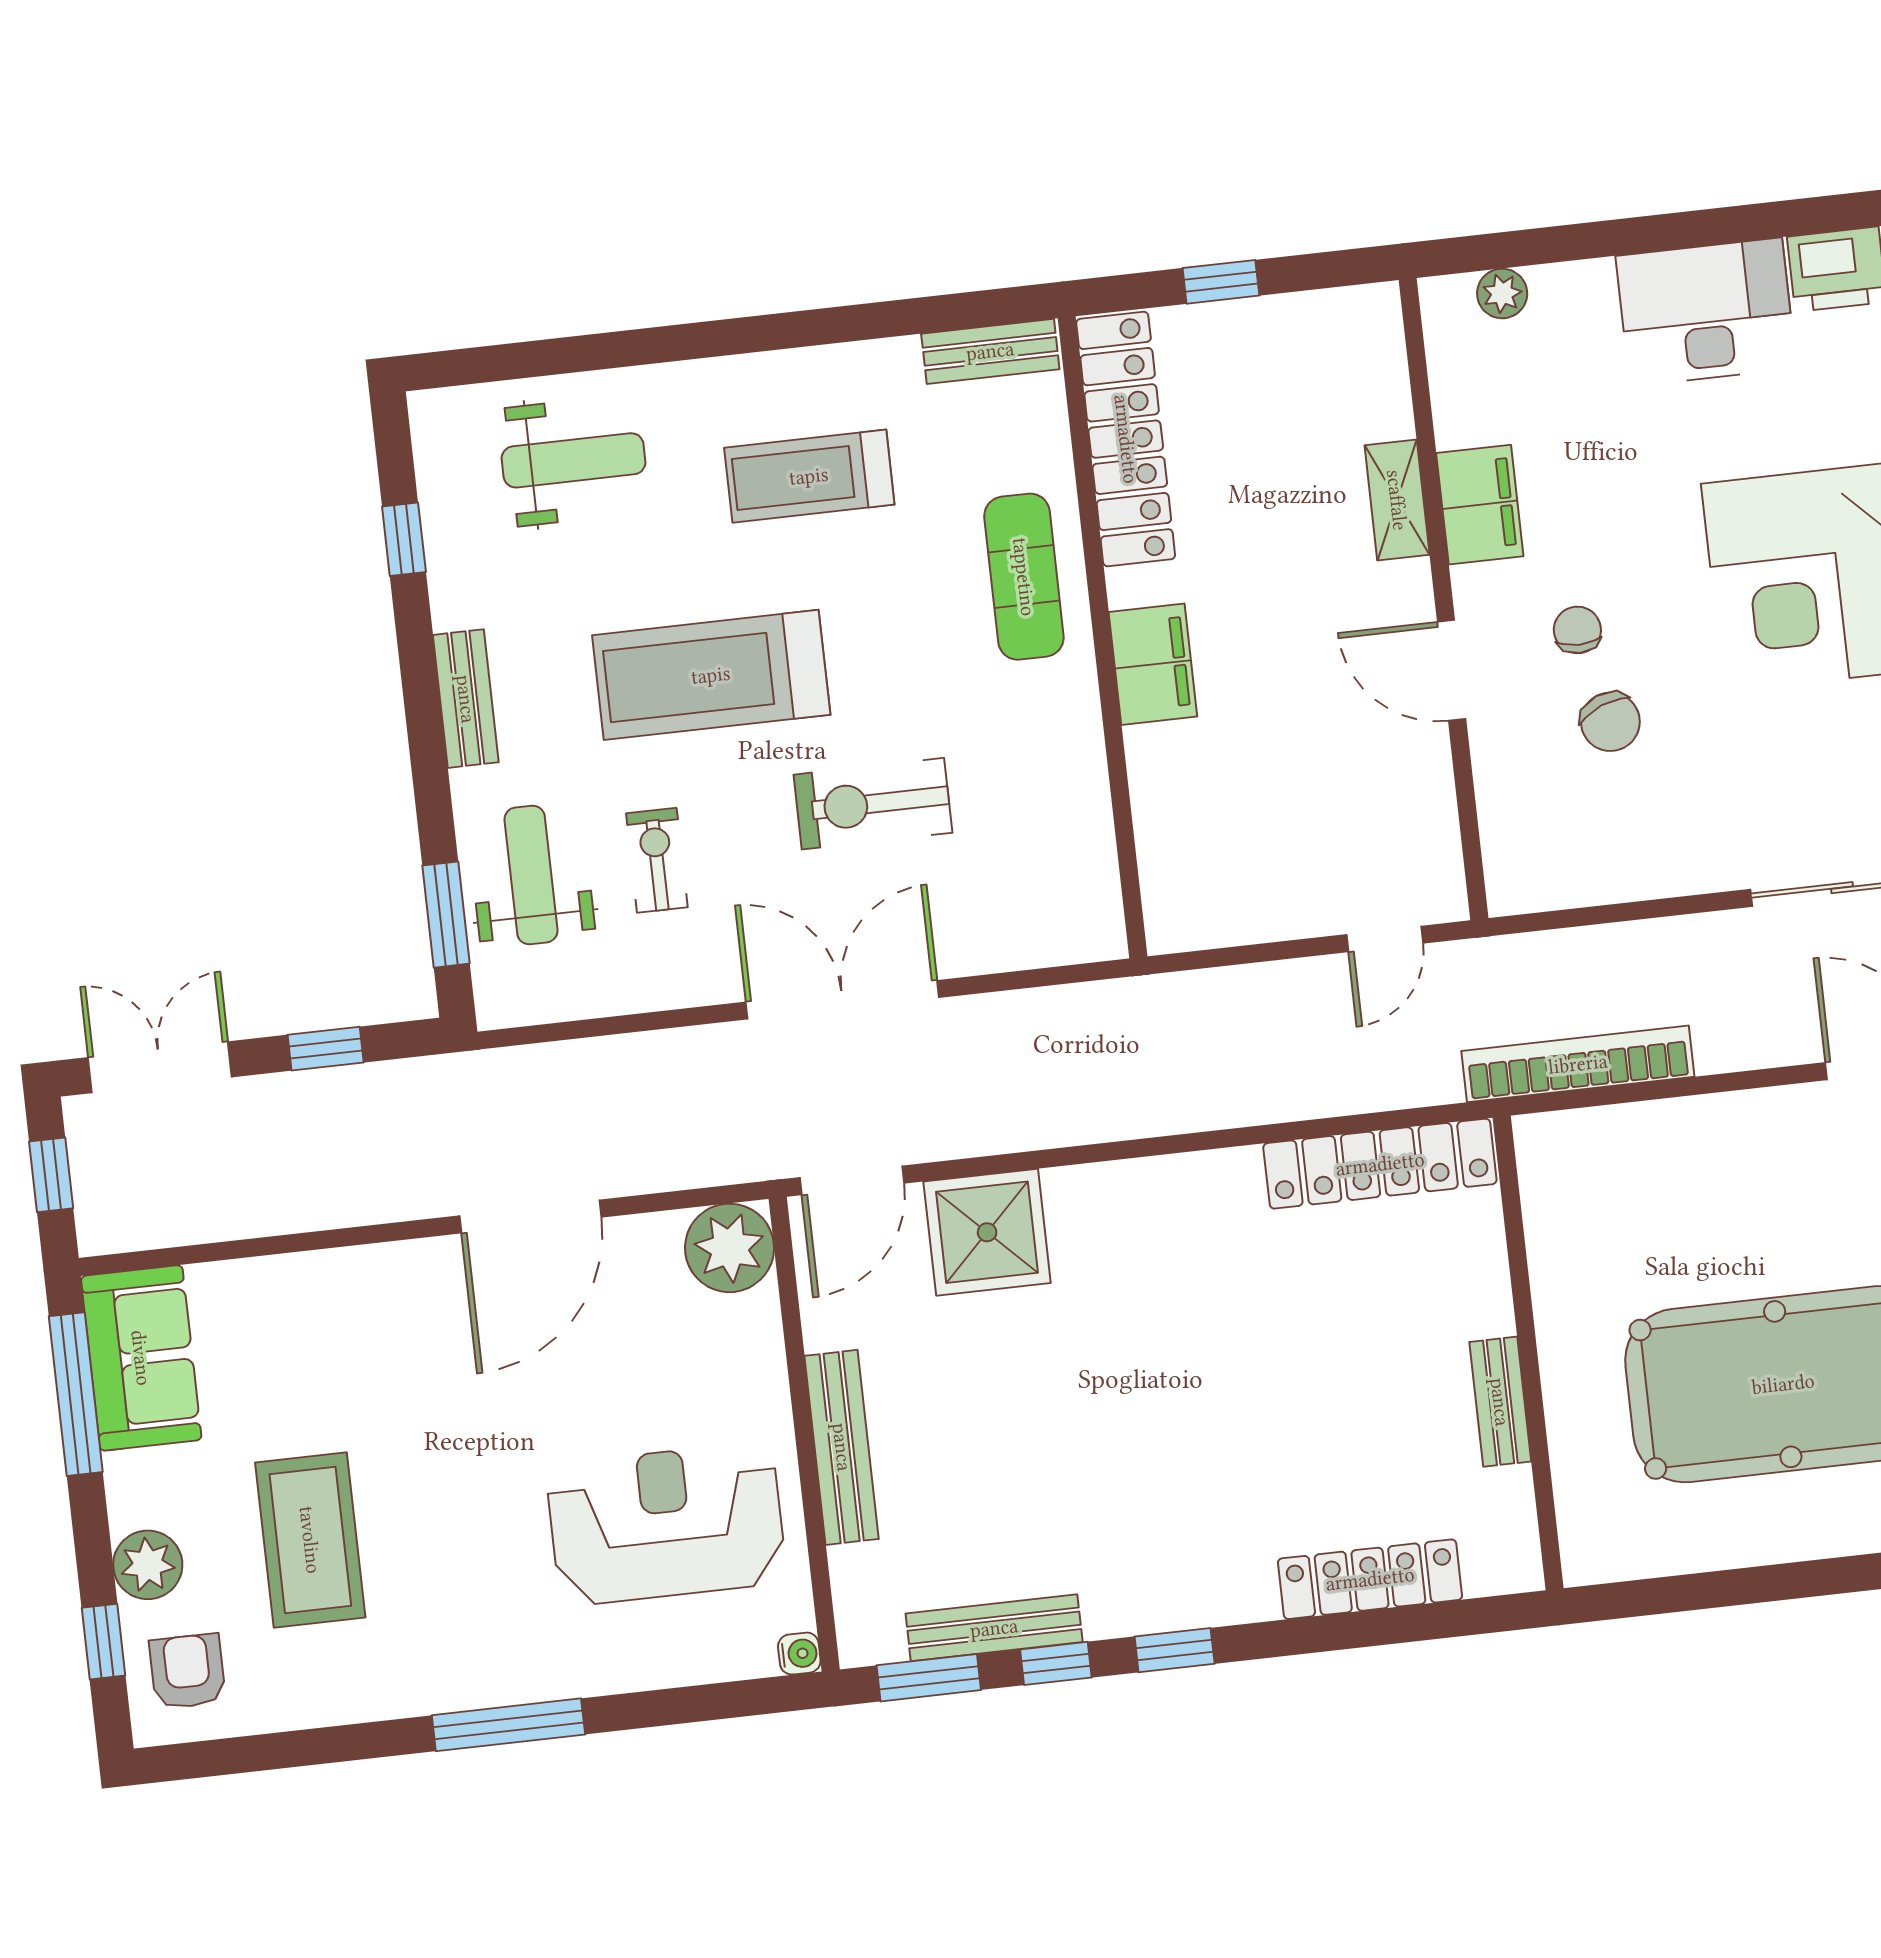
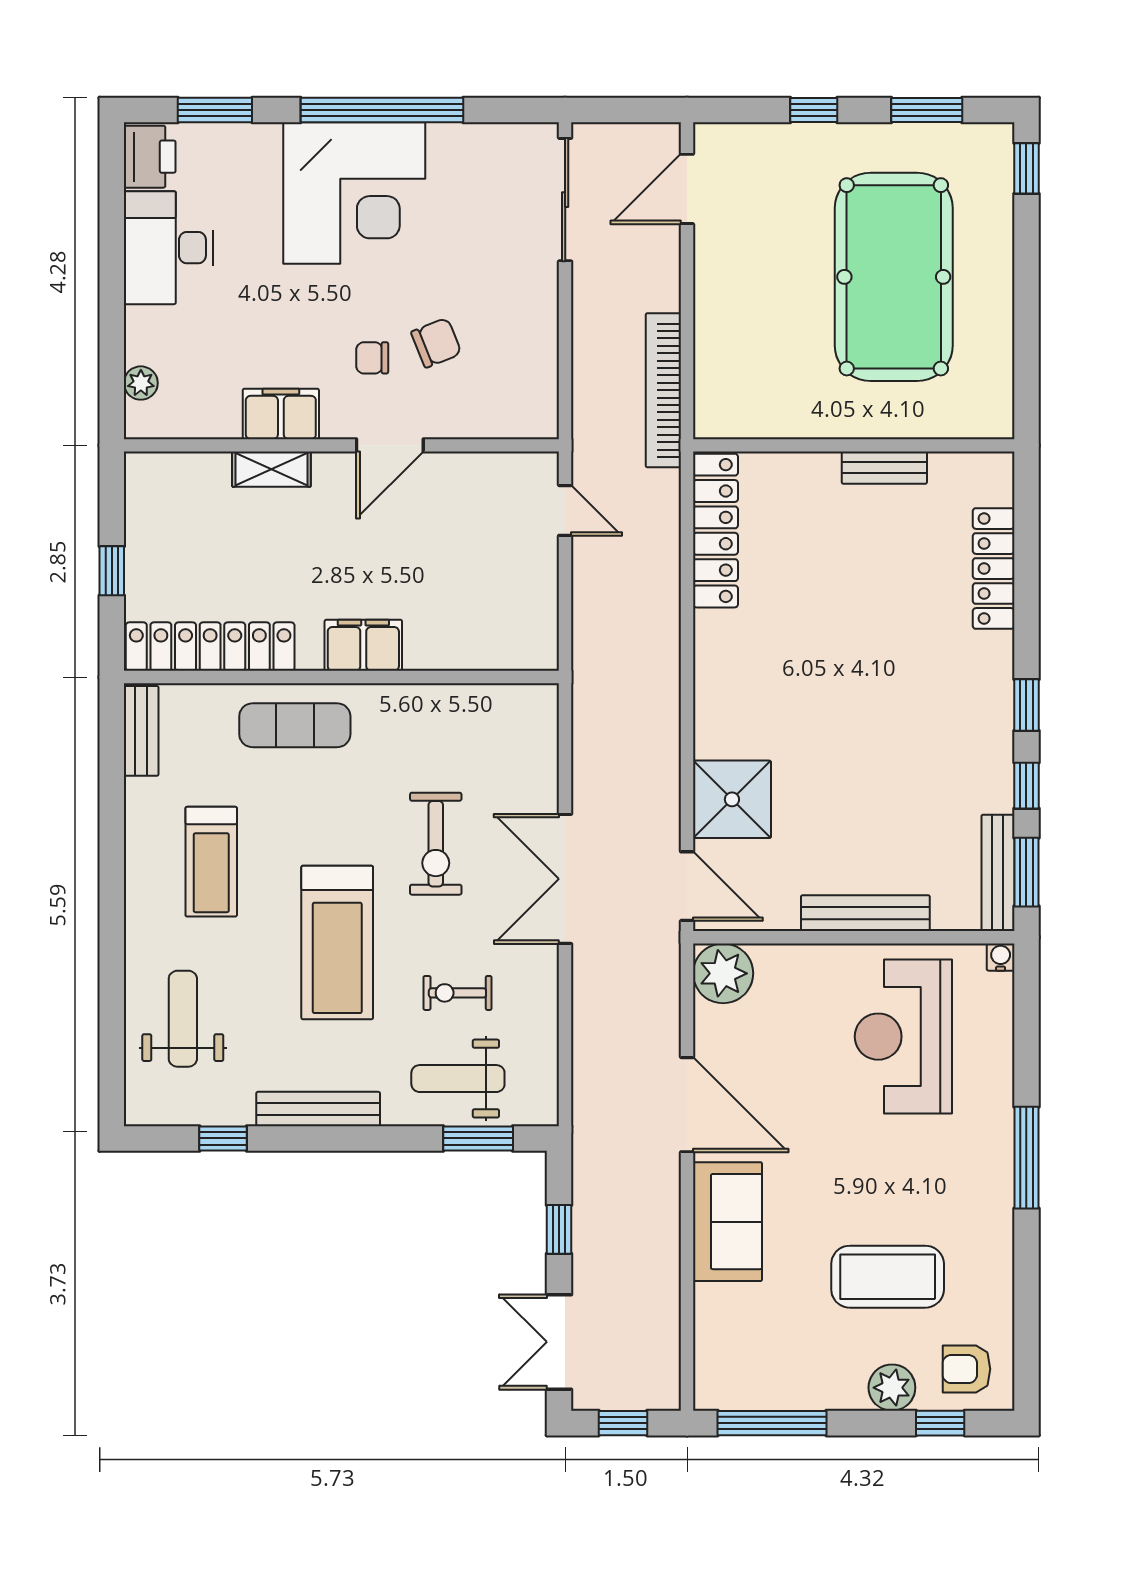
bench: (466, 699) -> (318, 1109), width x1.36
sofa: (141, 1358) -> (728, 1222), moved, turned 90
bench: (994, 1628) -> (998, 873), moved

